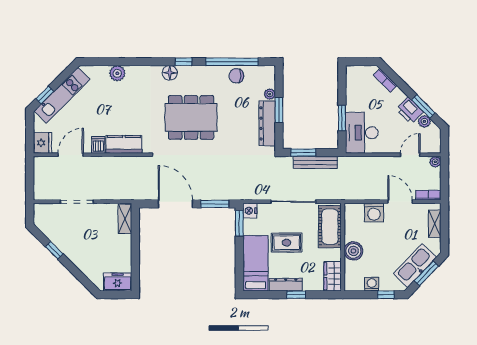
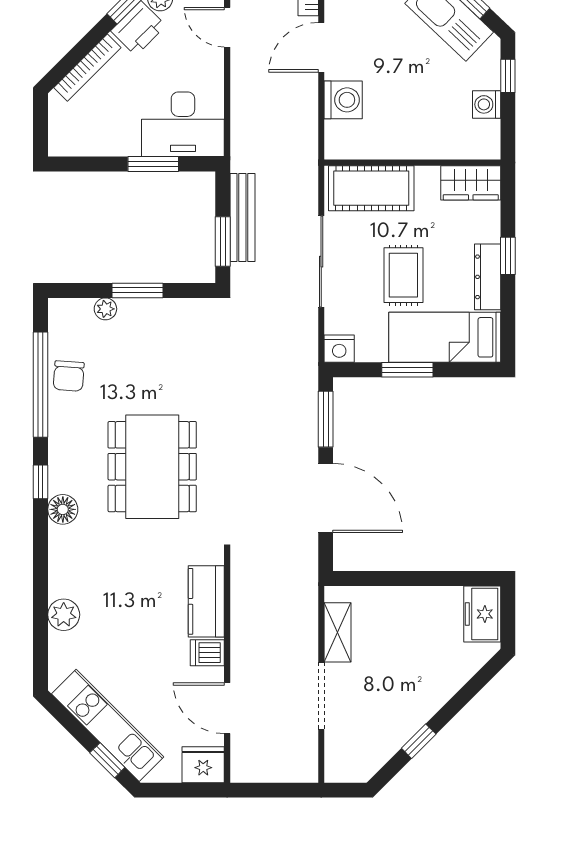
bookcase: (385, 80) -> (87, 68), width x1.56
dresser: (267, 123) -> (164, 314), removed
door: (175, 204) -> (326, 498), swing flipped
shelving: (125, 219) -> (338, 632), moved, turned 90
window: (239, 223) -> (407, 370), moved
boiler: (353, 251) -> (420, 141), removed

